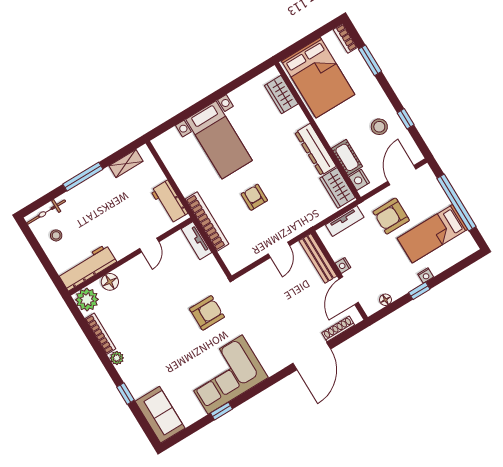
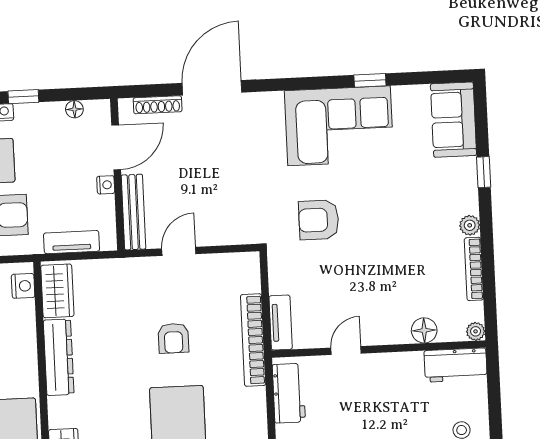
cot: (347, 157) -> (23, 324), removed
workbench: (87, 268) -> (456, 365), width x0.73
plant: (87, 300) -> (476, 331), width x0.53, depth x0.53

